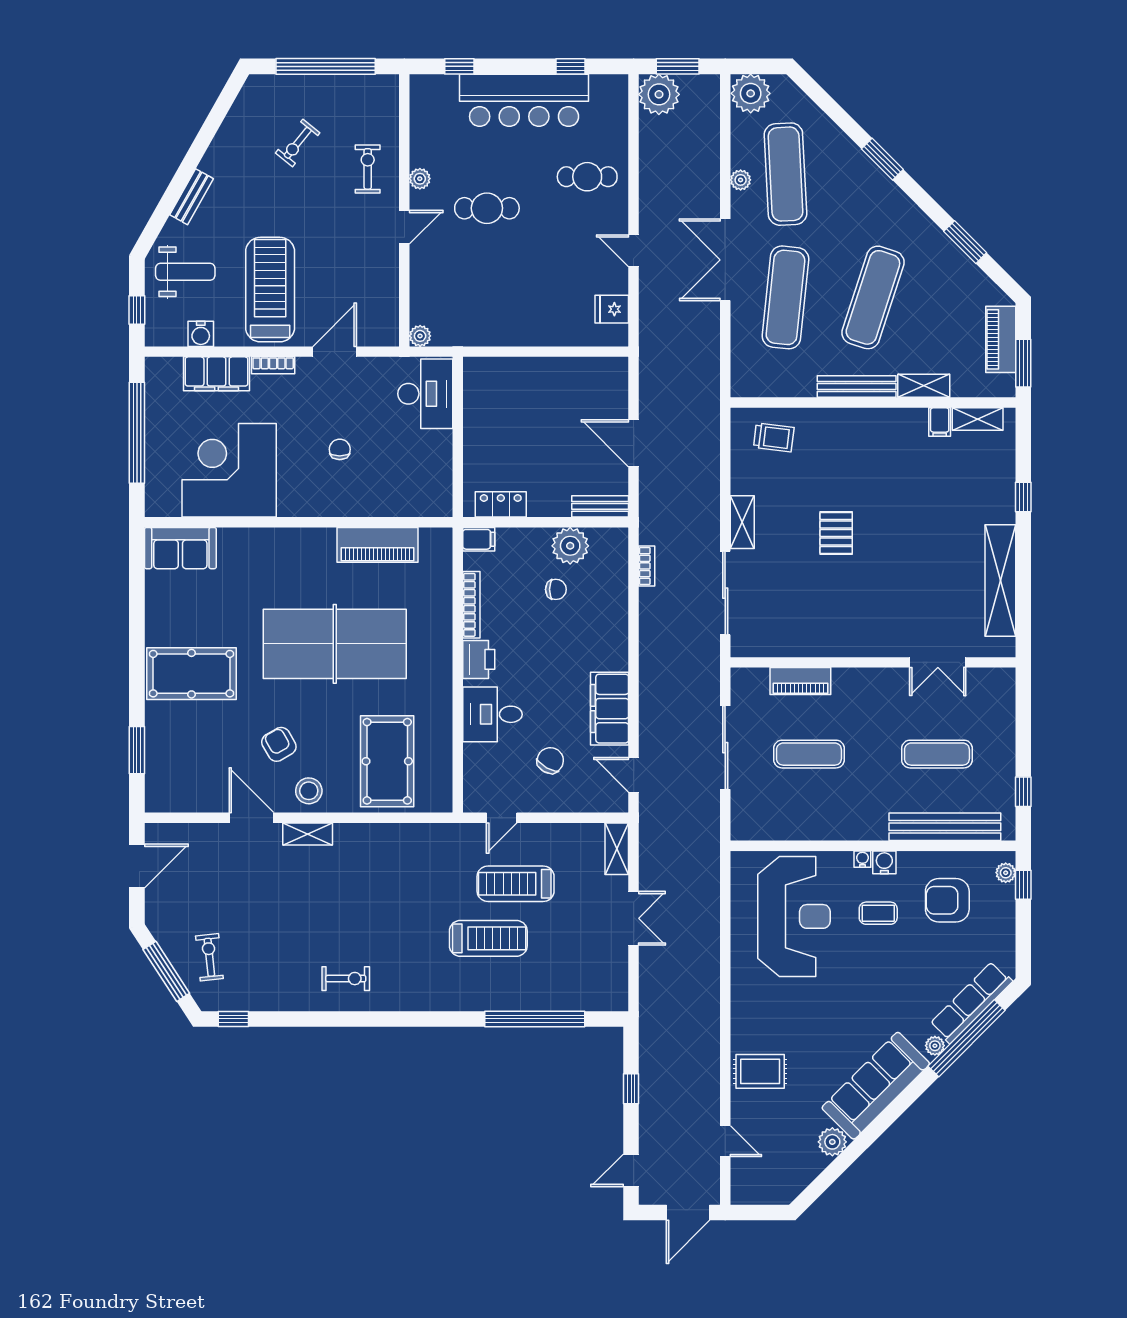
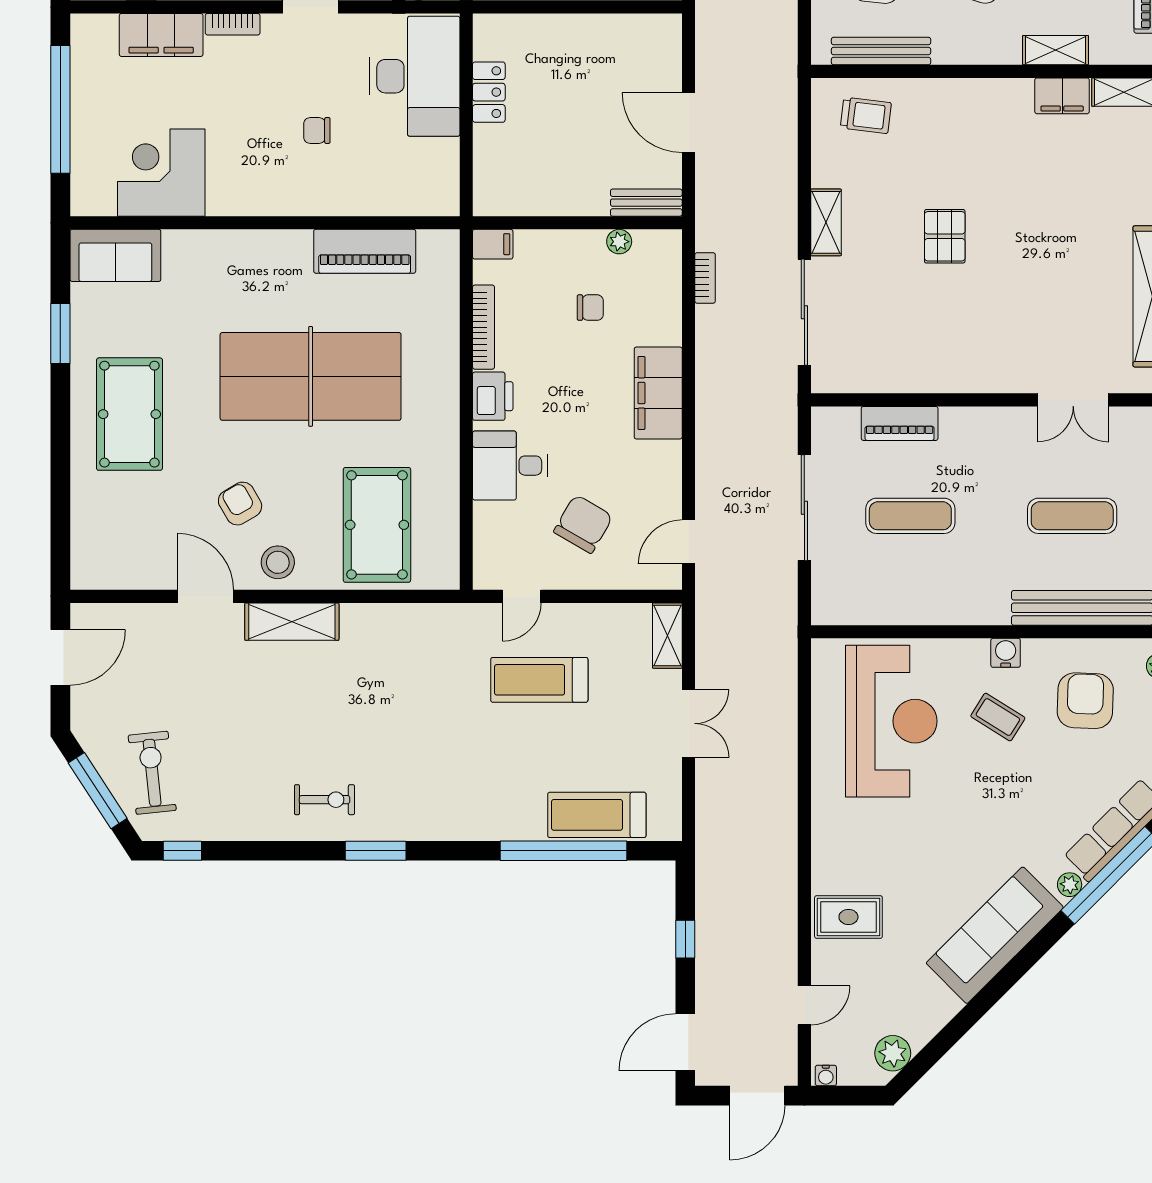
bench: (857, 387) -> (881, 51), moved
desk: (425, 394) -> (415, 76), width x1.36, depth x1.30
filing cabinet: (940, 422) -> (1062, 96), width x2.00
chair: (340, 449) -> (317, 130), turned -90
corner desk: (229, 470) -> (161, 173), width x0.74, depth x0.74
locker: (501, 504) -> (489, 92), moved, turned 90
plant: (570, 546) -> (619, 242), width x0.53, depth x0.53
pool table: (192, 674) -> (129, 414), turned 90
filing cabinet: (610, 709) -> (658, 393), moved
window: (137, 750) -> (60, 334), moved
chair: (550, 761) -> (583, 524), width x1.37, depth x1.37
door: (634, 775) -> (688, 542), hinge flipped
shelving: (308, 834) -> (292, 622), width x1.50, depth x1.33
water cooler: (862, 859) -> (826, 1075), moved, turned 180
armchair: (947, 900) -> (1085, 701), turned 92
coffee table: (878, 913) -> (998, 717), turned 32
treadmill: (488, 938) -> (597, 815), moved, turned 180
exercise bike: (209, 957) -> (152, 773), width x1.38, depth x1.39
window: (386, 1019) -> (376, 851), added
door: (725, 1141) -> (804, 1005), hinge flipped
plant: (832, 1142) -> (893, 1053), moved
door: (631, 1170) -> (685, 1042), width x1.37

